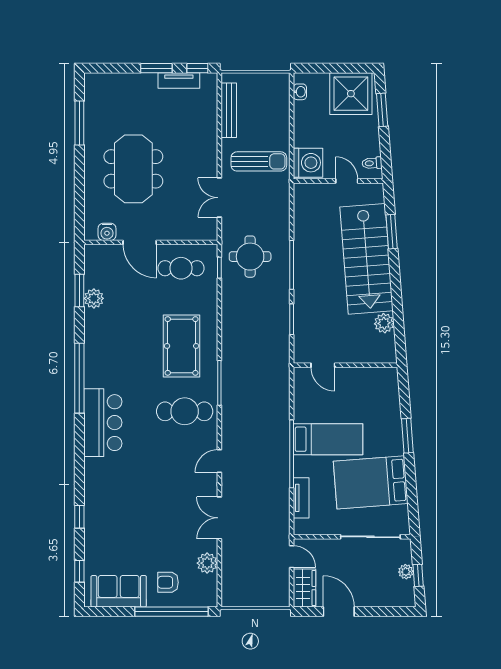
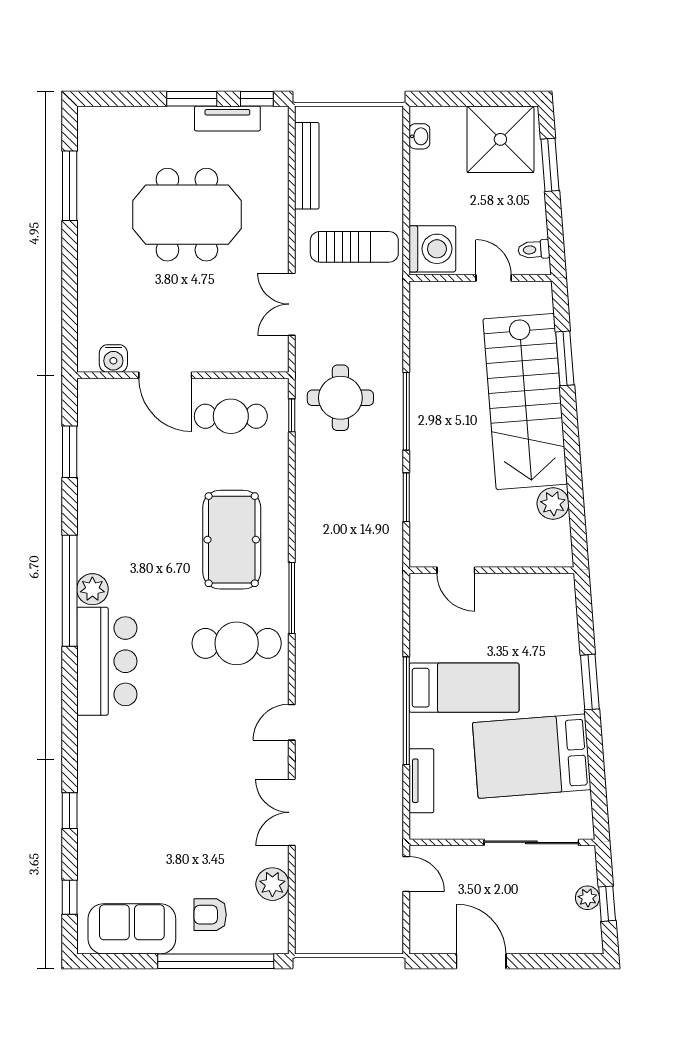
meeting table: (133, 169) -> (187, 215), moved, turned 90
plant: (94, 298) -> (92, 589), moved
wardrobe: (305, 588) -> (427, 924), removed

